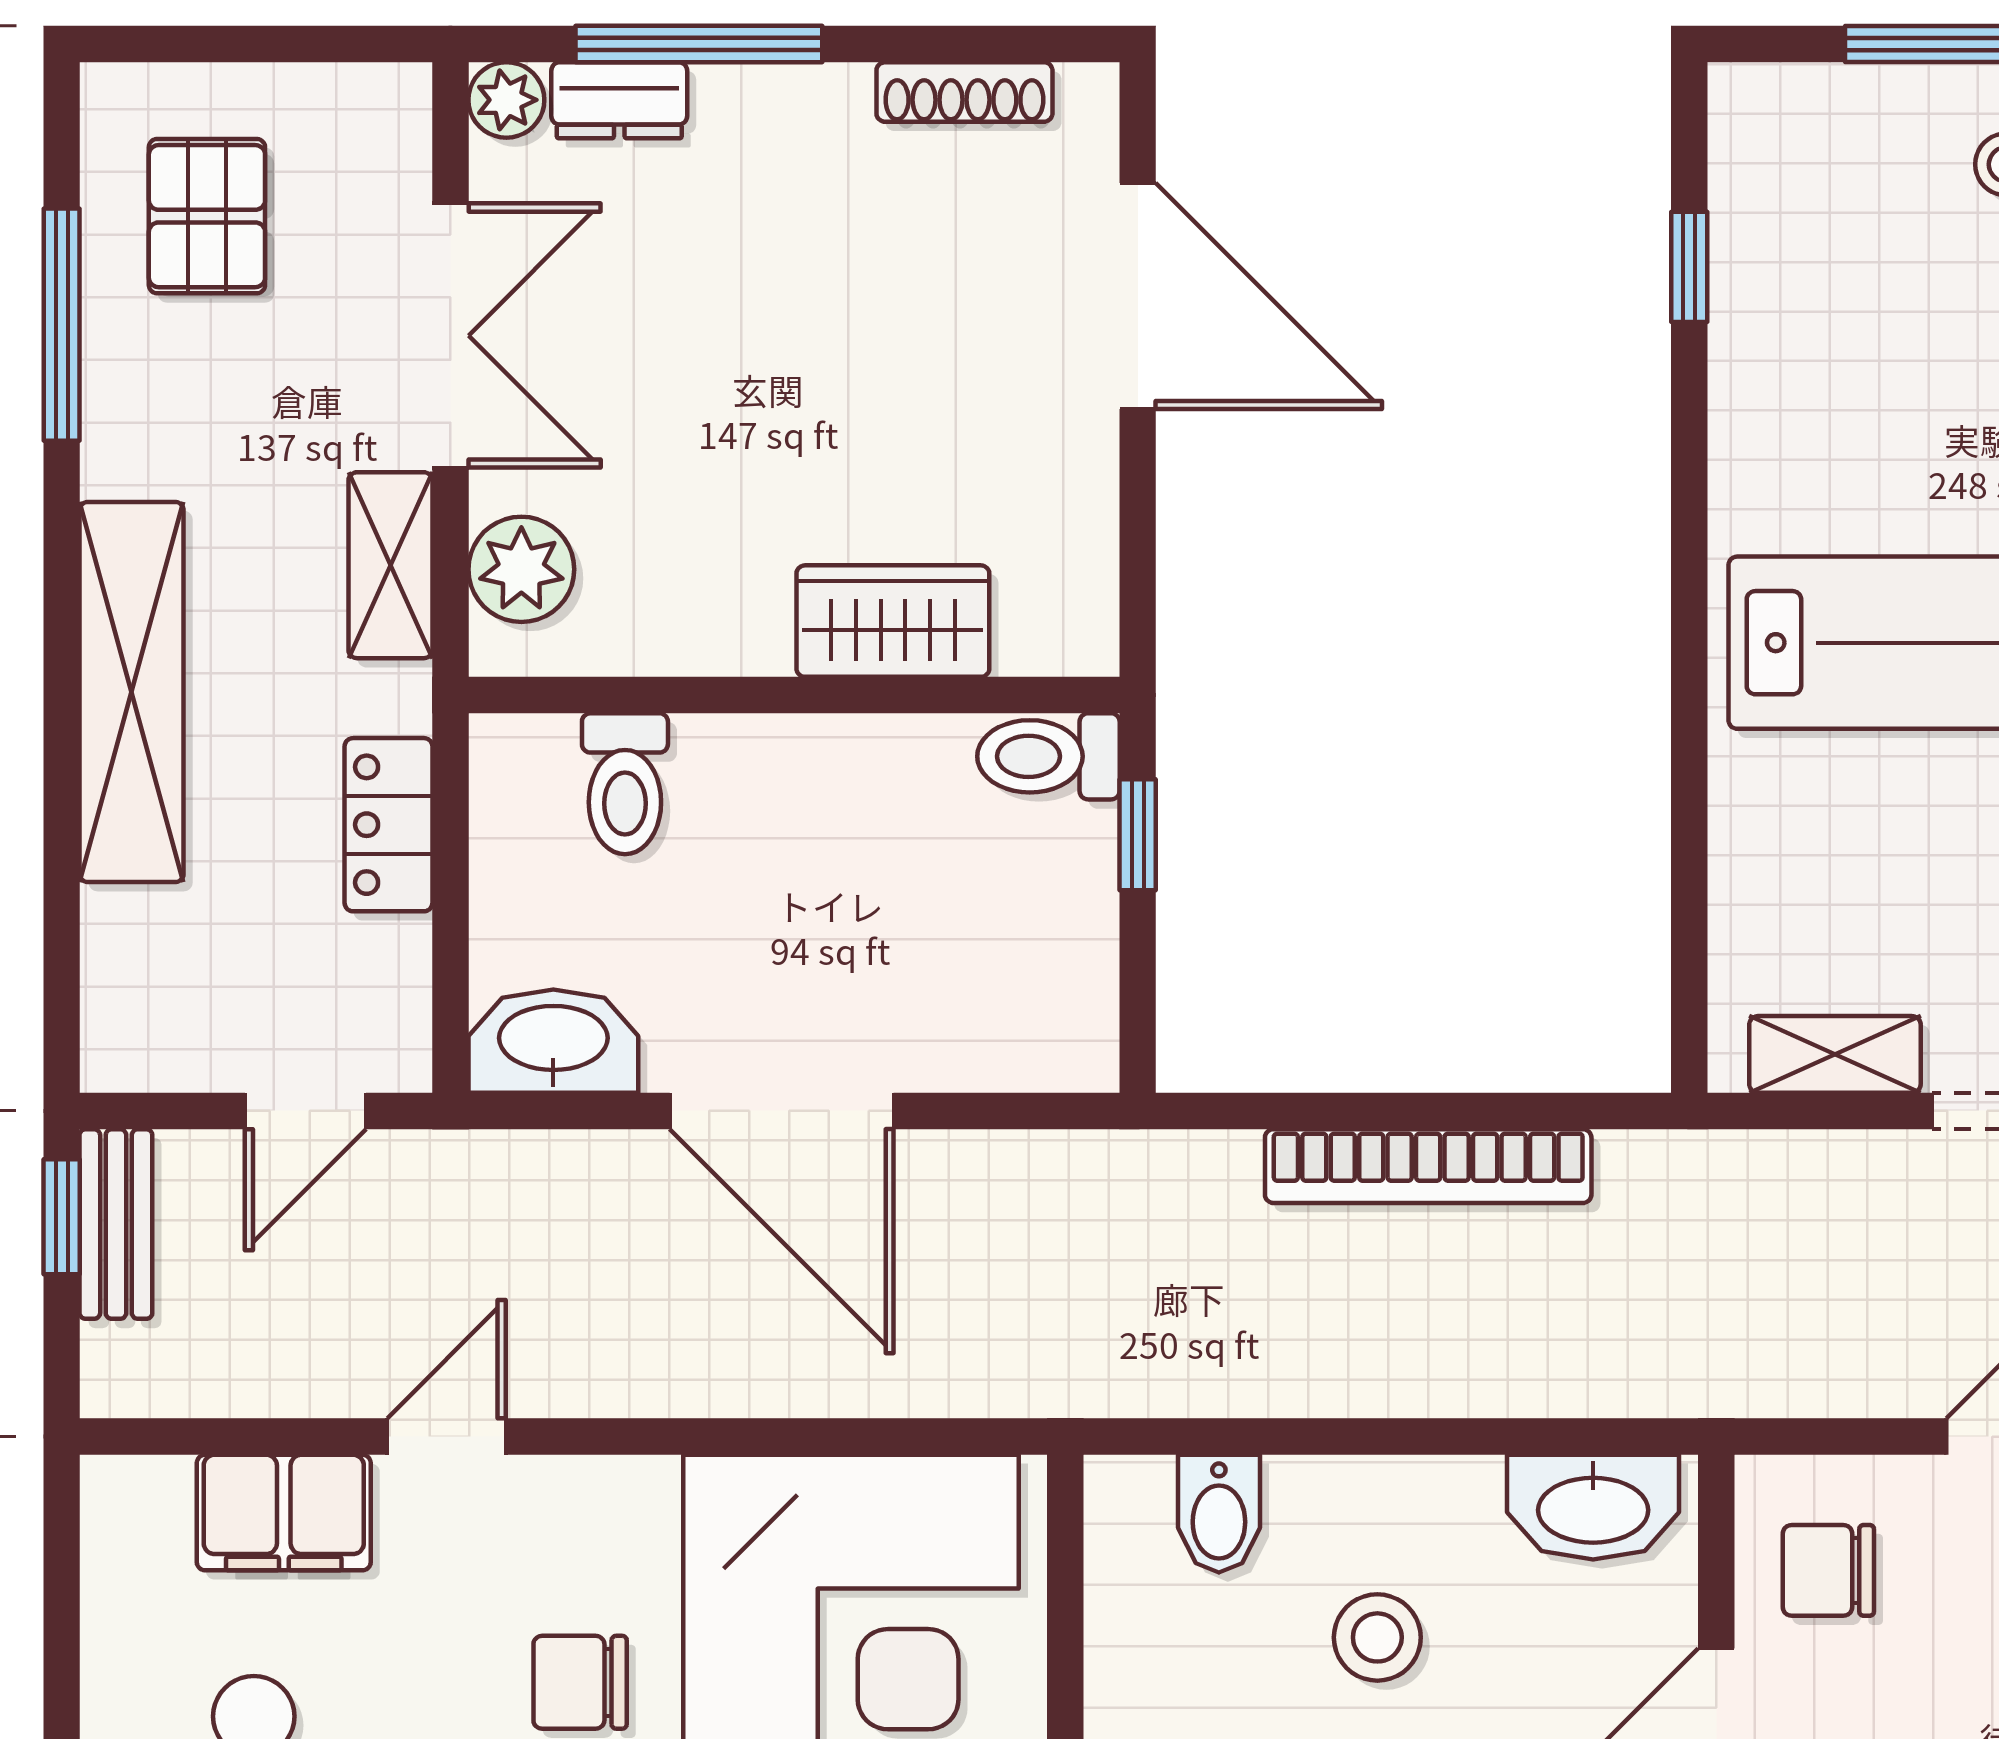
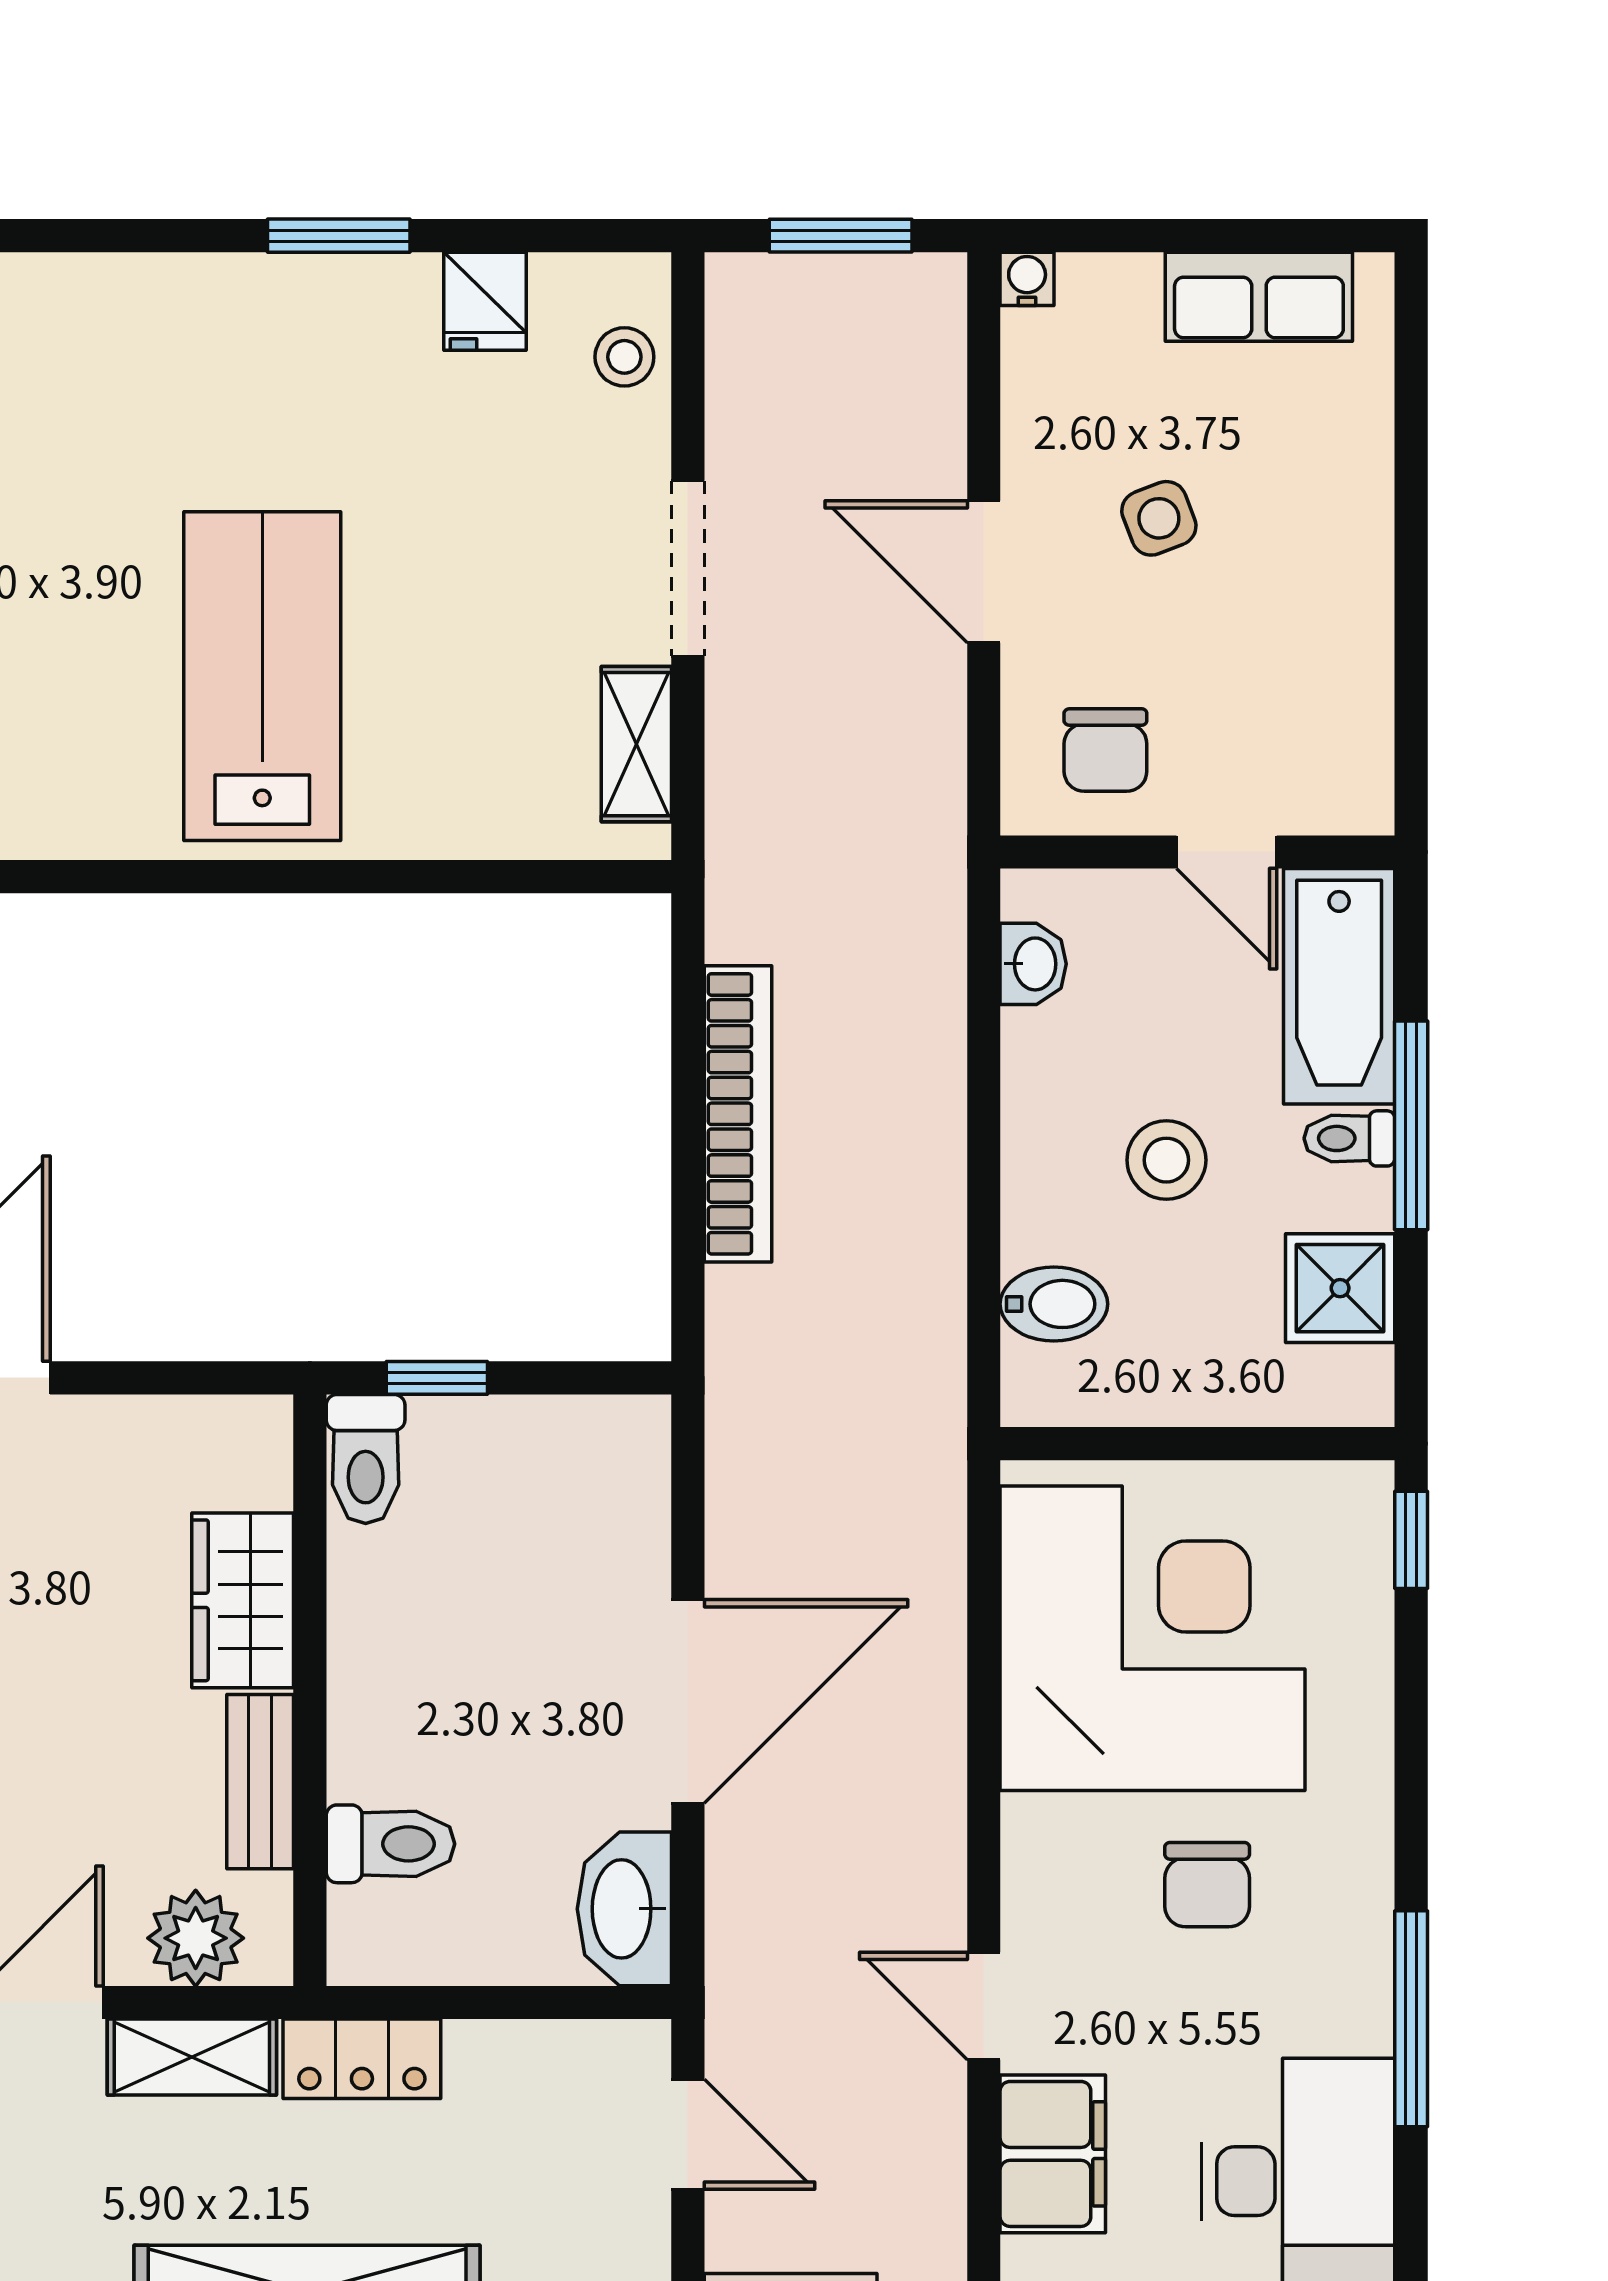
bench: (693, 640) -> (260, 1782), added
locker: (389, 825) -> (362, 2059), moved
washbasin: (1593, 1507) -> (1033, 964), width x0.52, depth x0.69

